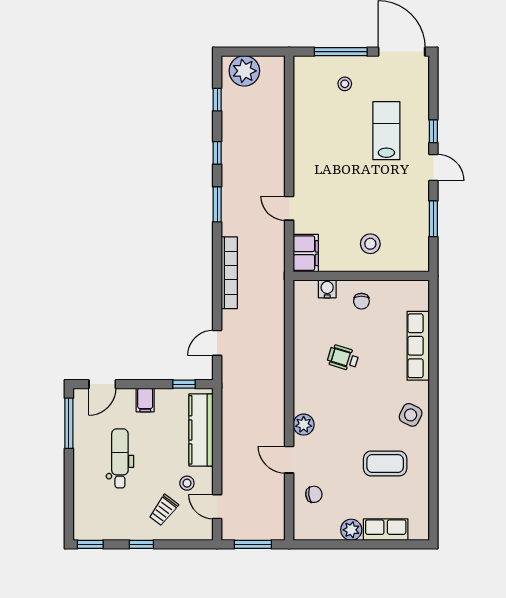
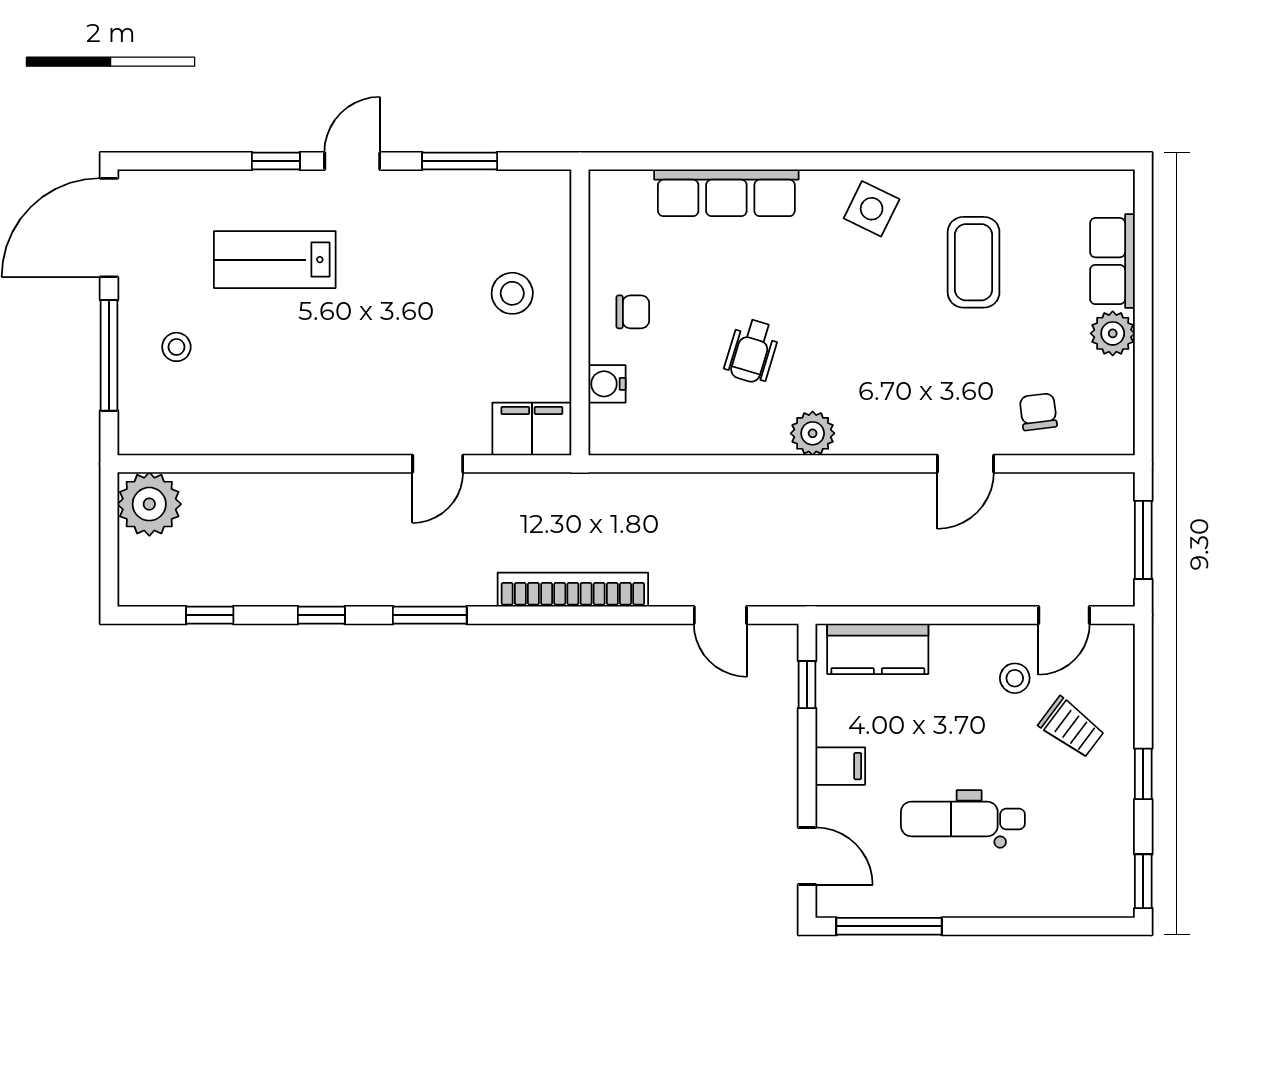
plant: (244, 71) -> (149, 504), moved
plant: (304, 425) -> (813, 433), moved
kitchen counter: (201, 430) -> (878, 649), width x0.67

